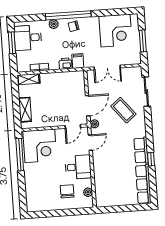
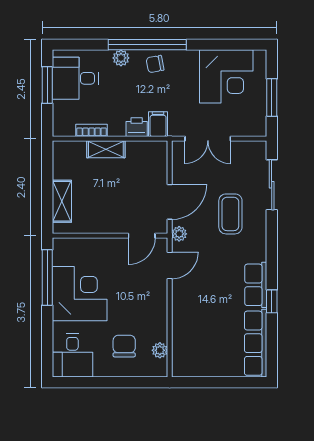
shelving: (29, 79) -> (106, 149), moved
coffee table: (123, 110) -> (230, 214), turned 39
corner desk: (40, 146) -> (80, 294), moved, turned -90
desk: (78, 167) -> (72, 356), moved, turned 90

